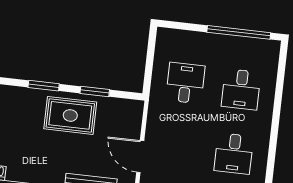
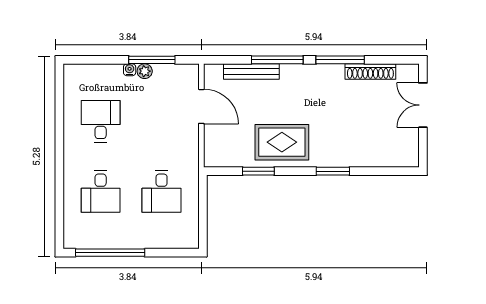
window: (44, 86) -> (333, 171), moved
desk: (241, 89) -> (101, 191), turned 180

